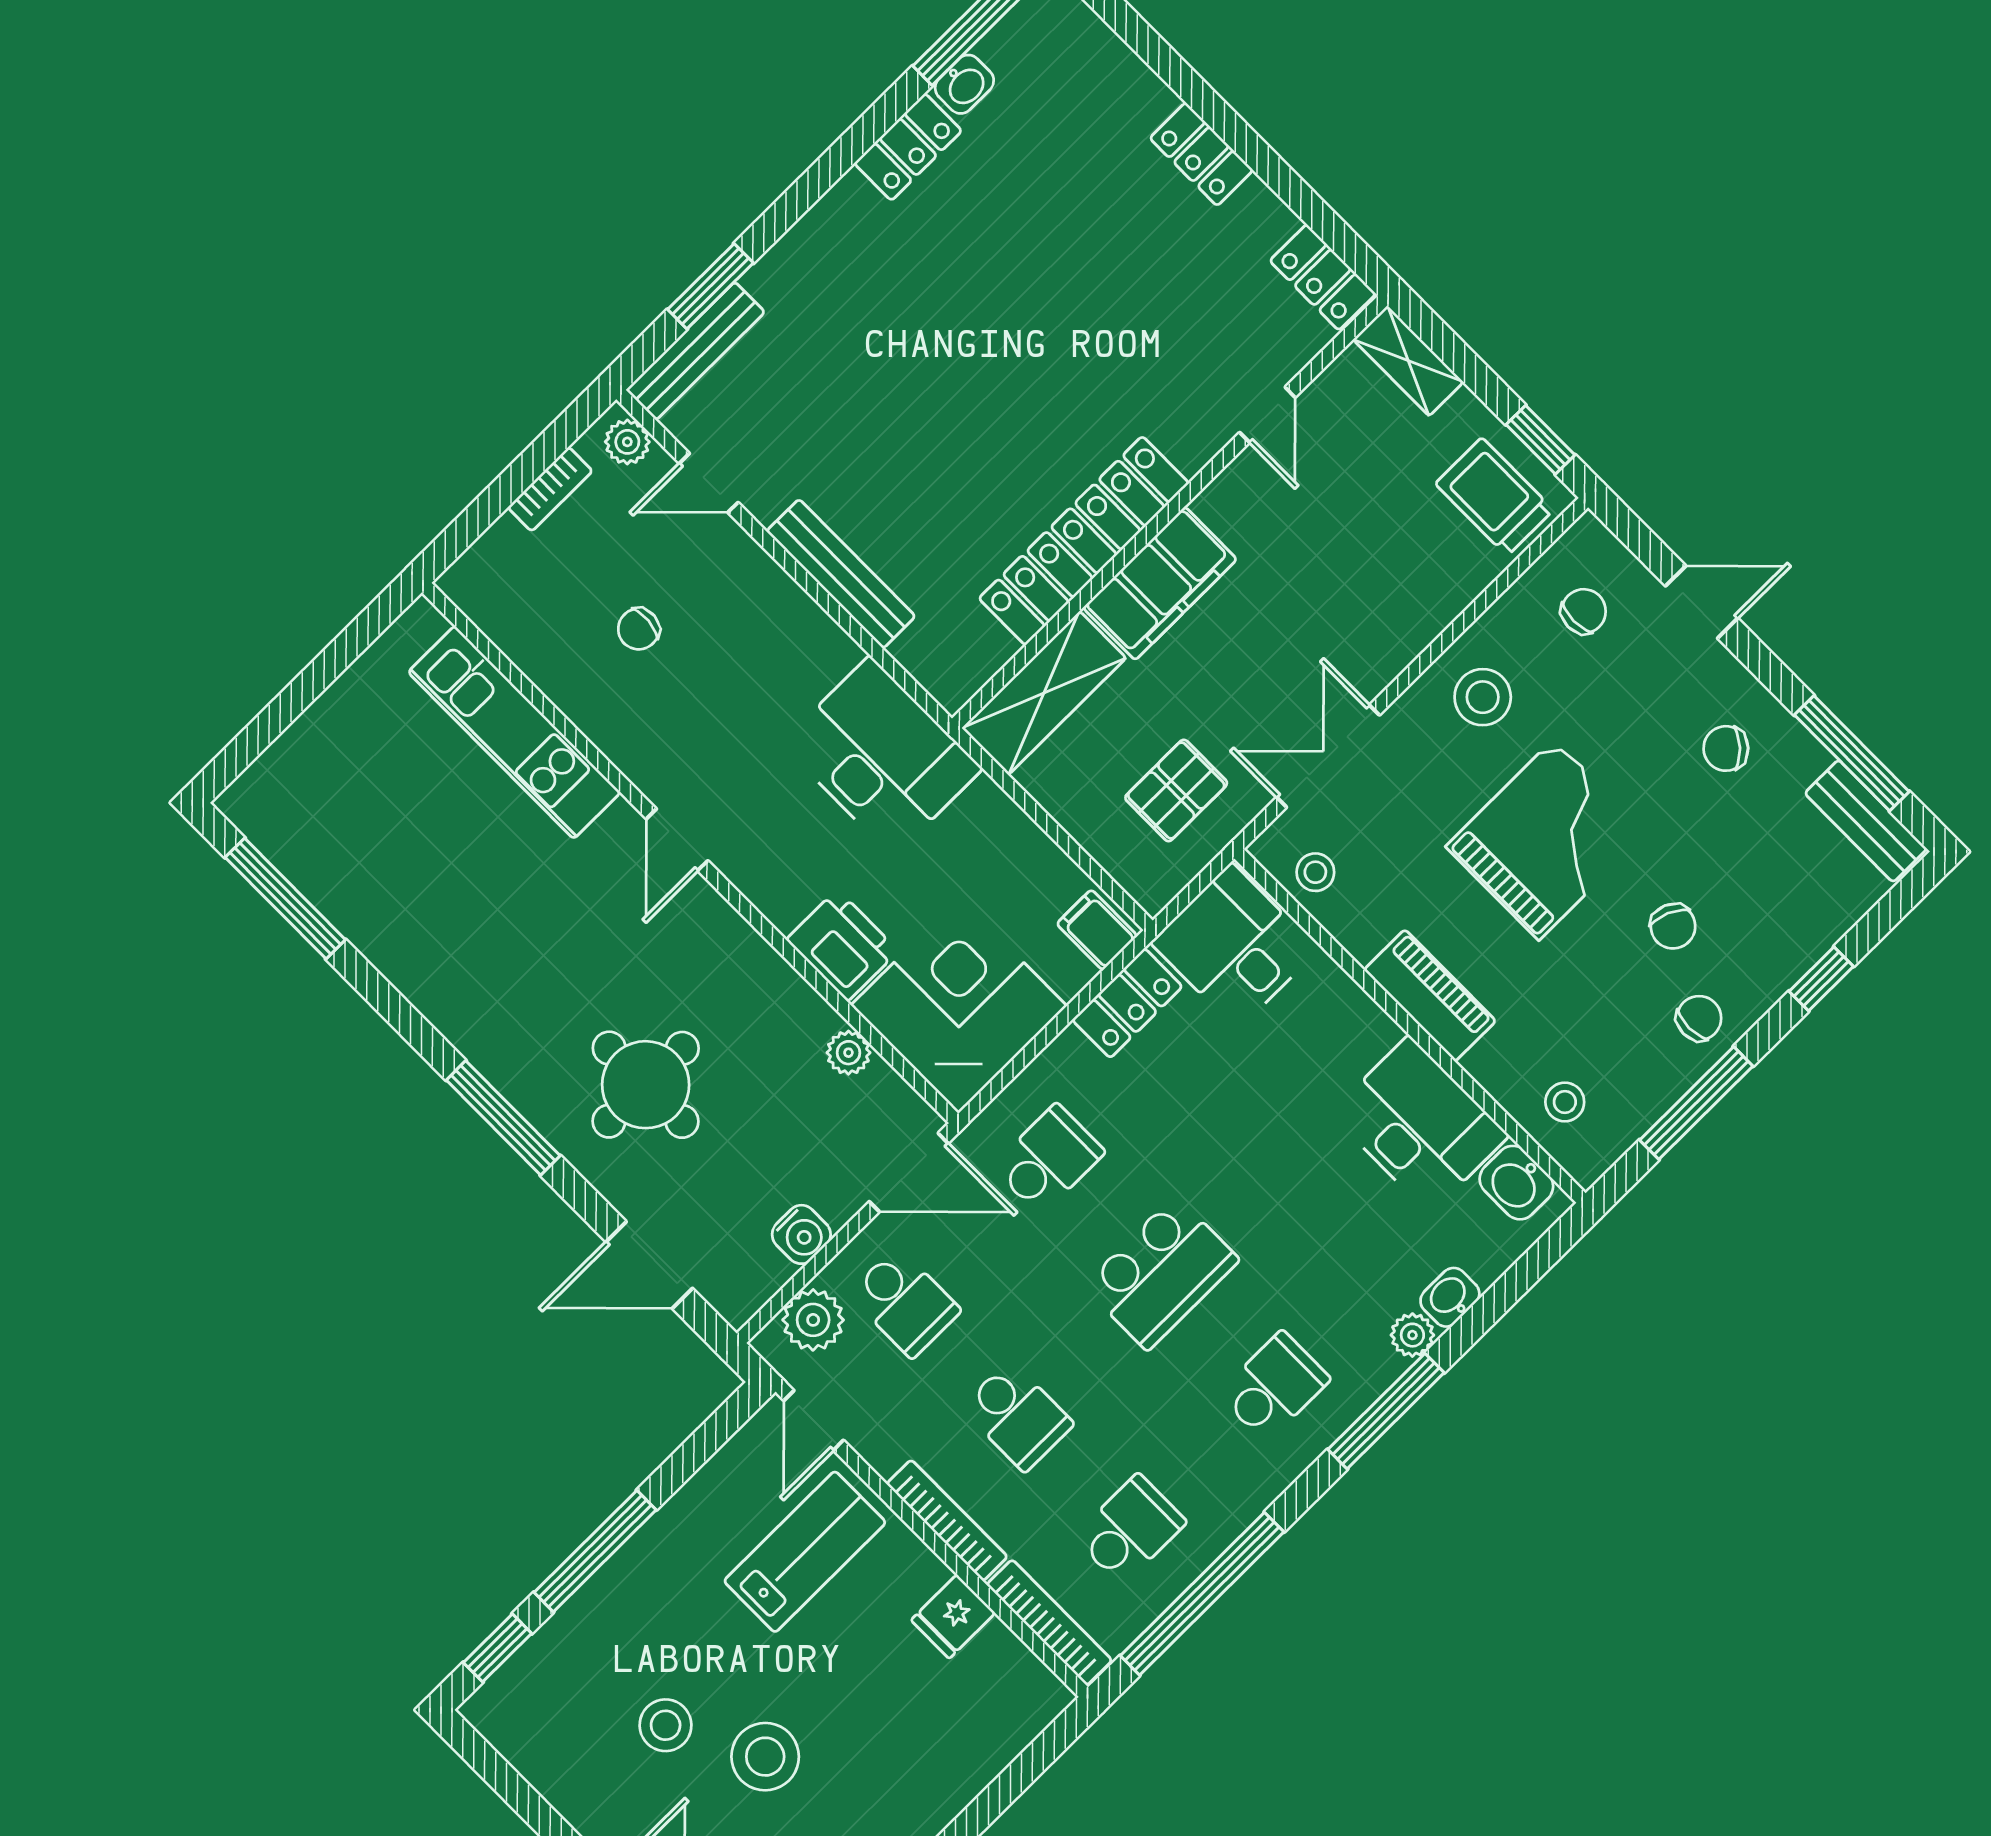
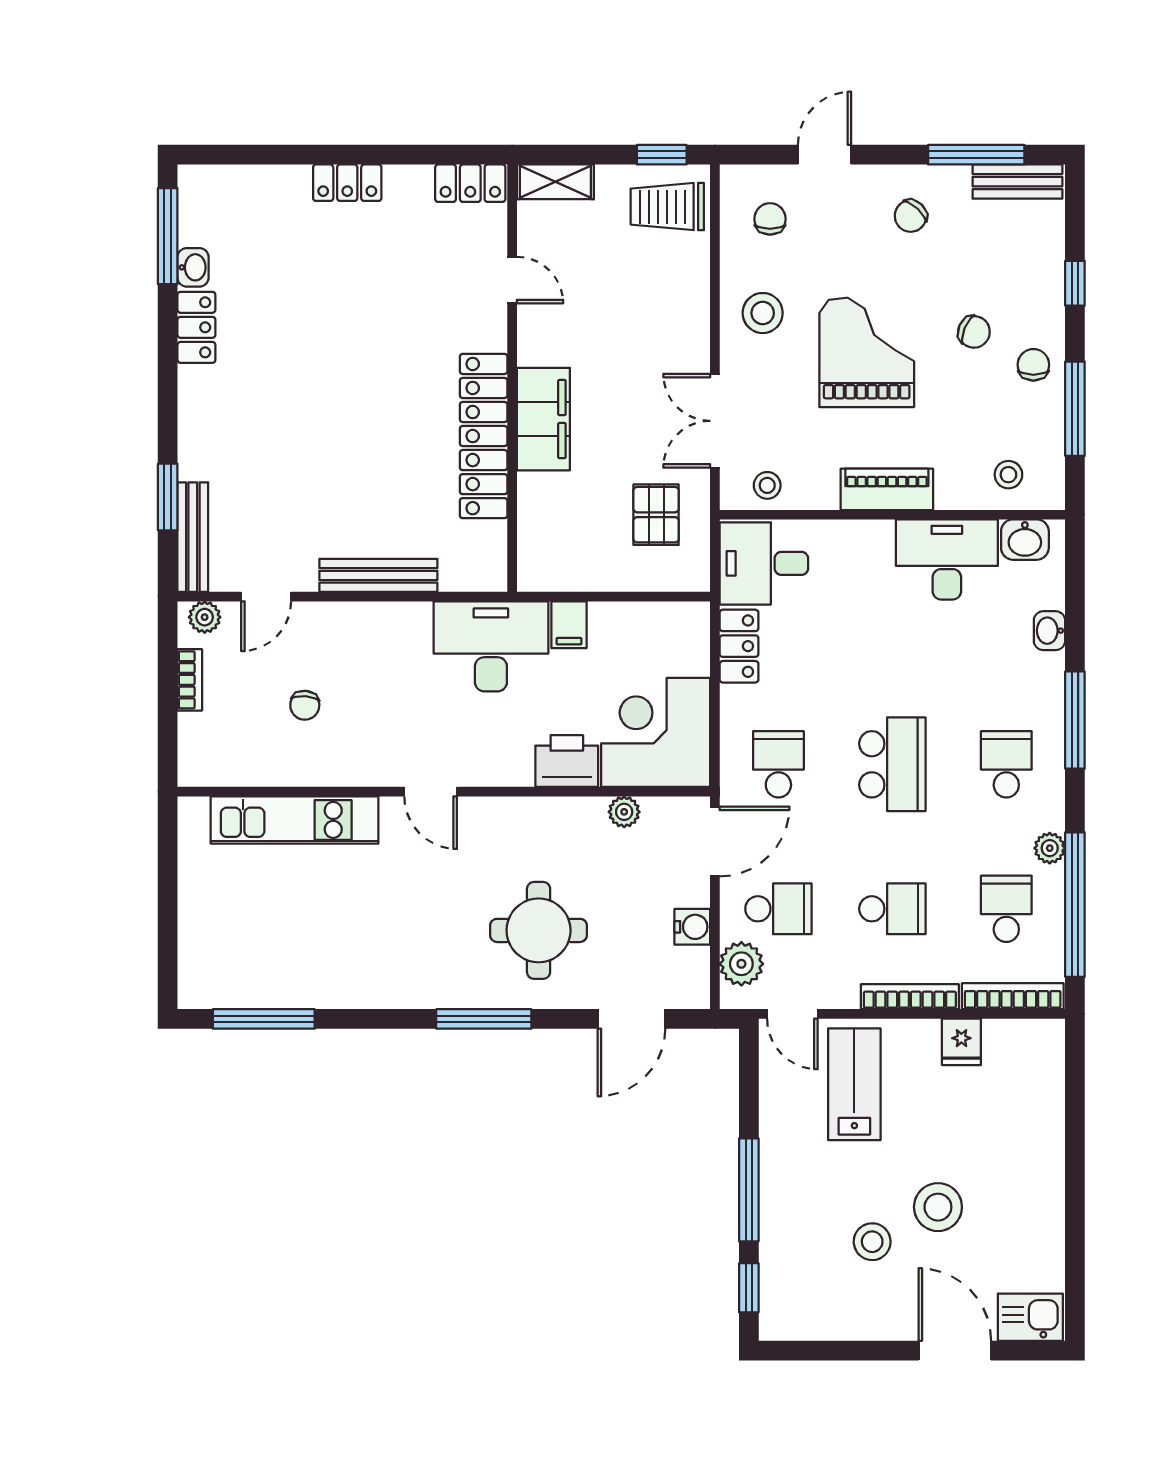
shelving: (1044, 693) -> (540, 533), removed
filing cabinet: (1097, 930) -> (569, 625), moved, turned -90
plant: (1412, 1335) -> (1050, 848), moved

